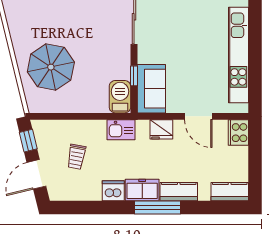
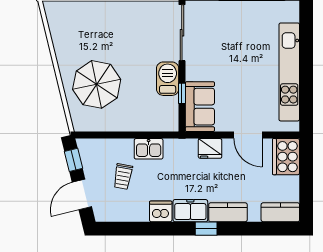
barbecue: (120, 97) -> (168, 79), moved
kitchen sink: (121, 130) -> (149, 149), moved
cooker: (238, 133) -> (286, 157), width x1.37, depth x1.31
window: (157, 208) -> (206, 229), width x0.46

